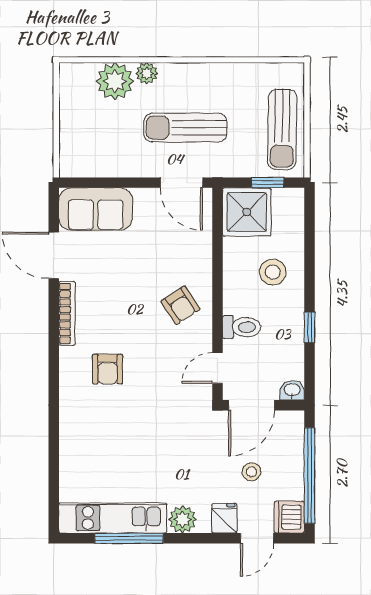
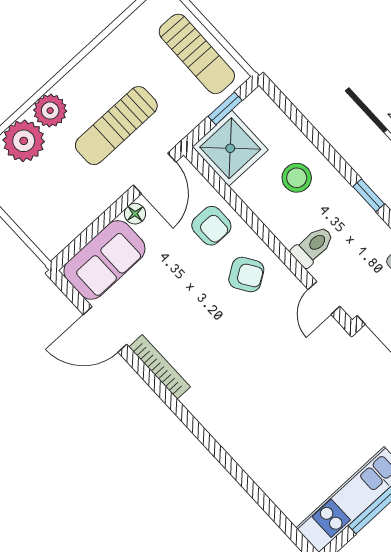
plant: (147, 73) -> (50, 111), width x1.38, depth x1.38
door: (181, 183) -> (155, 174), hinge flipped
floor lamp: (144, 197) -> (135, 214), added
armchair: (108, 369) -> (211, 226), moved

